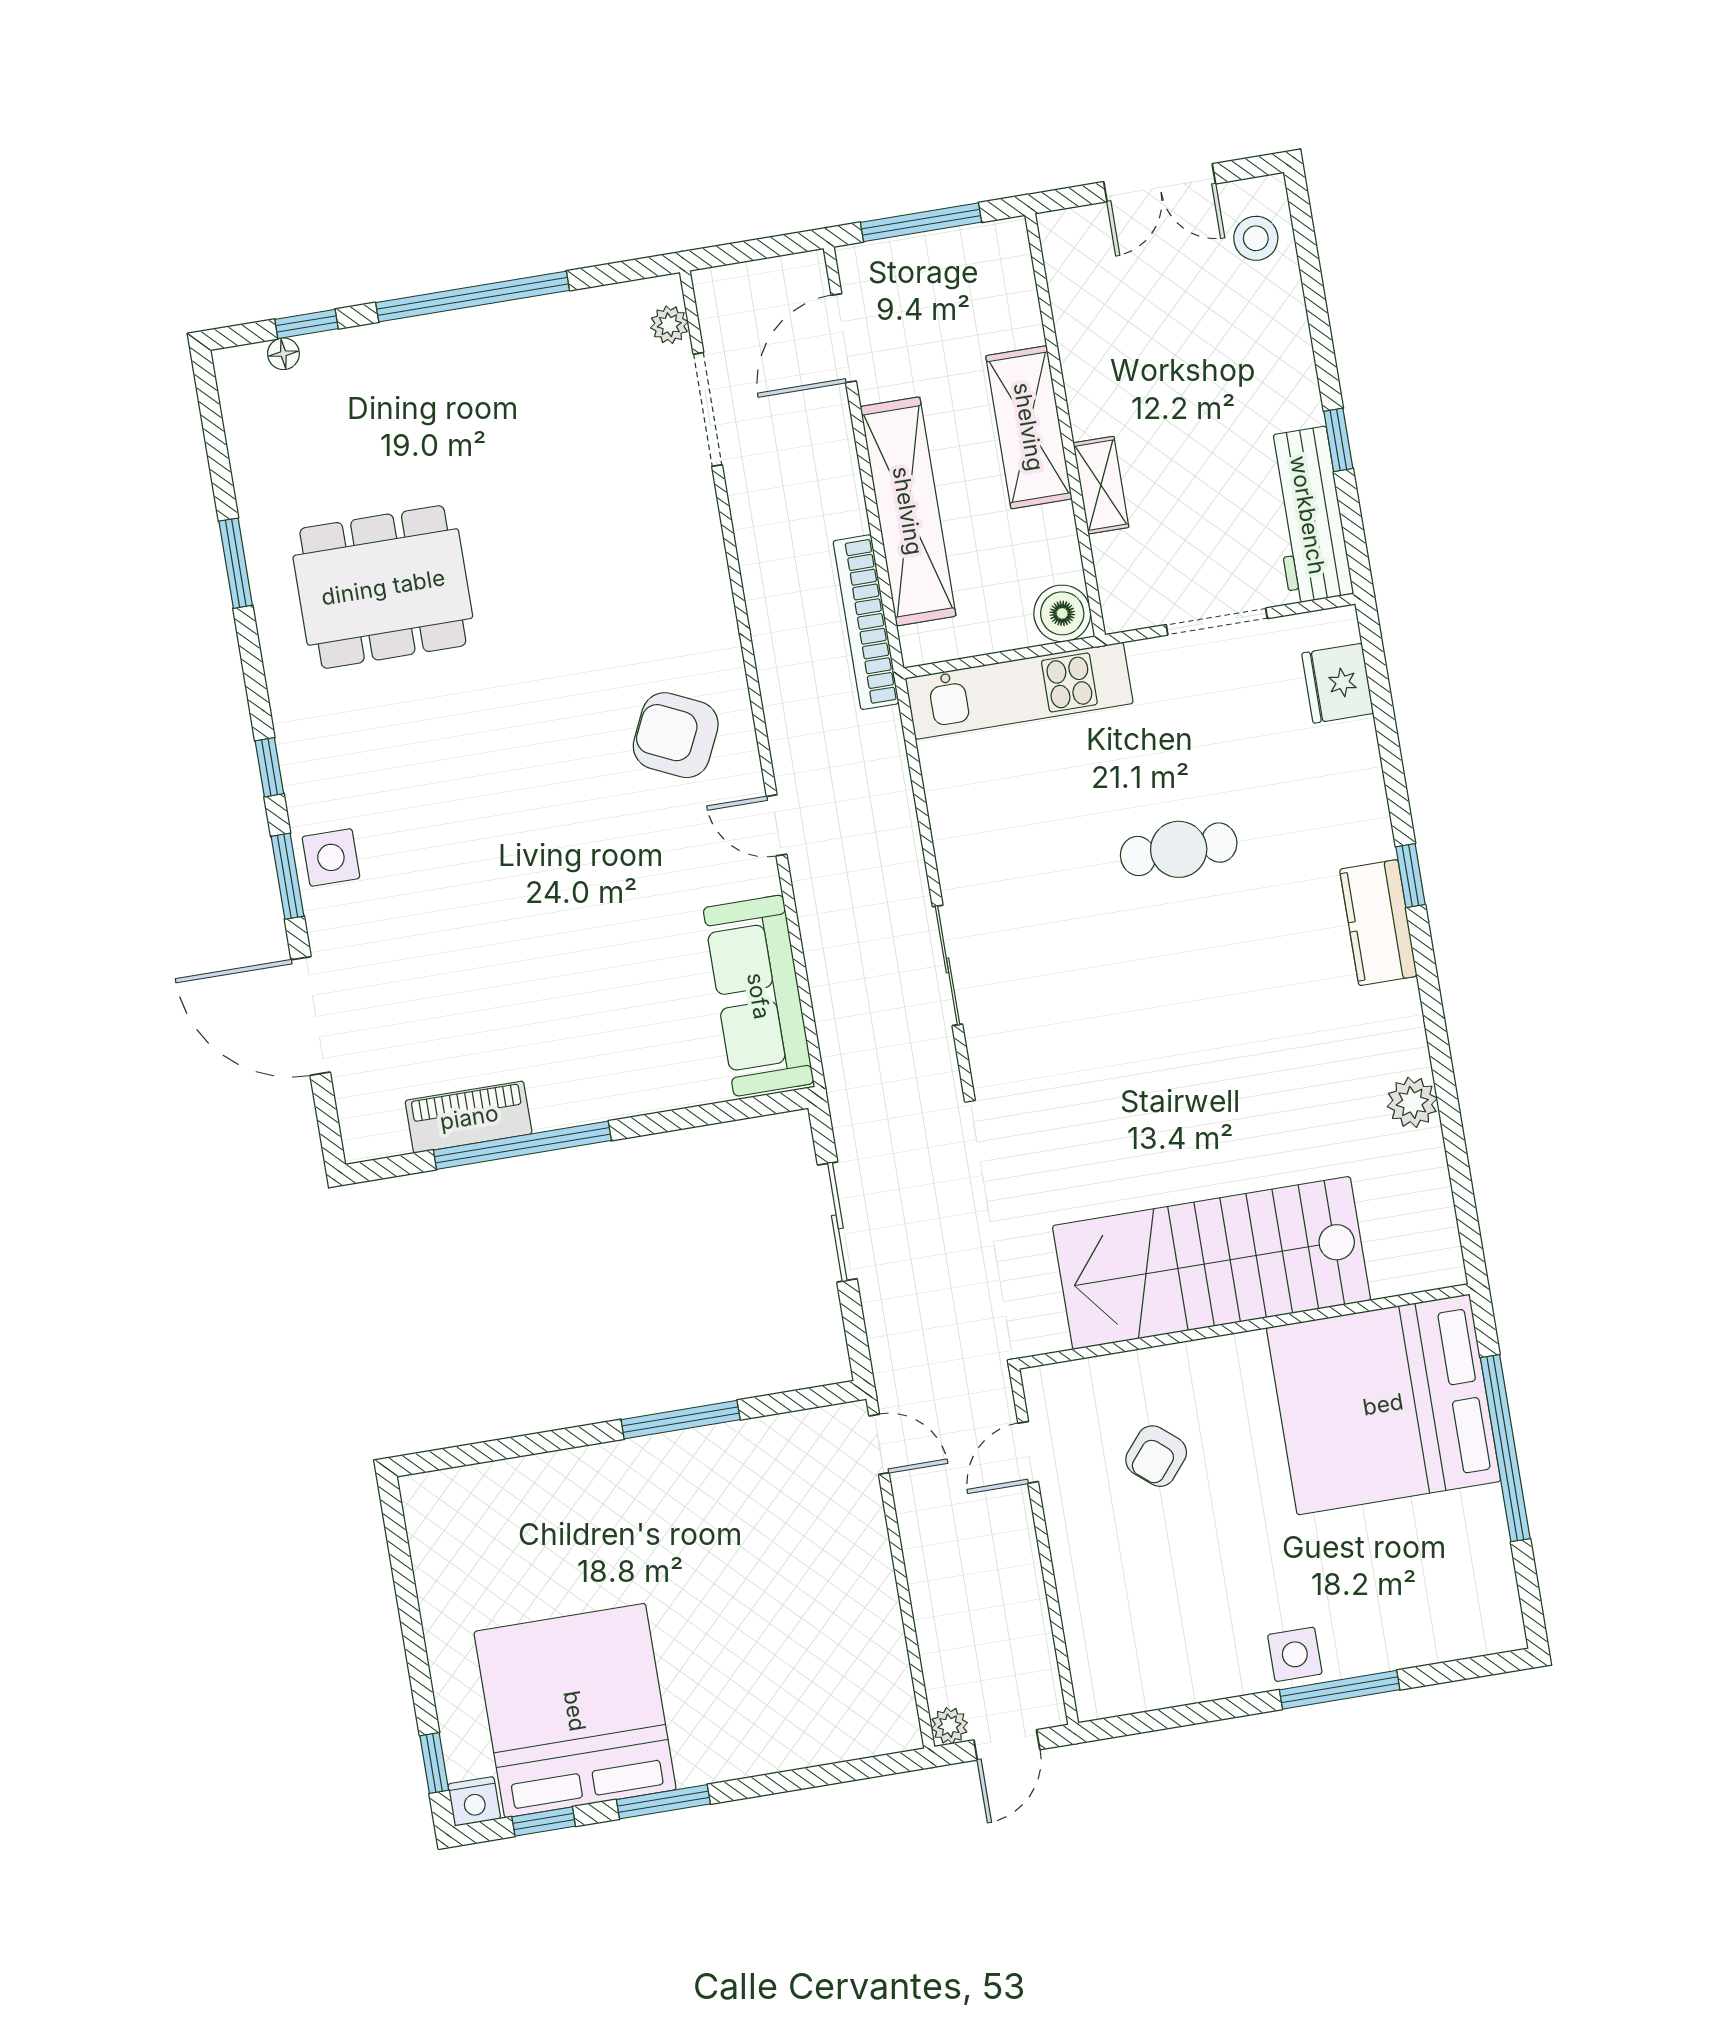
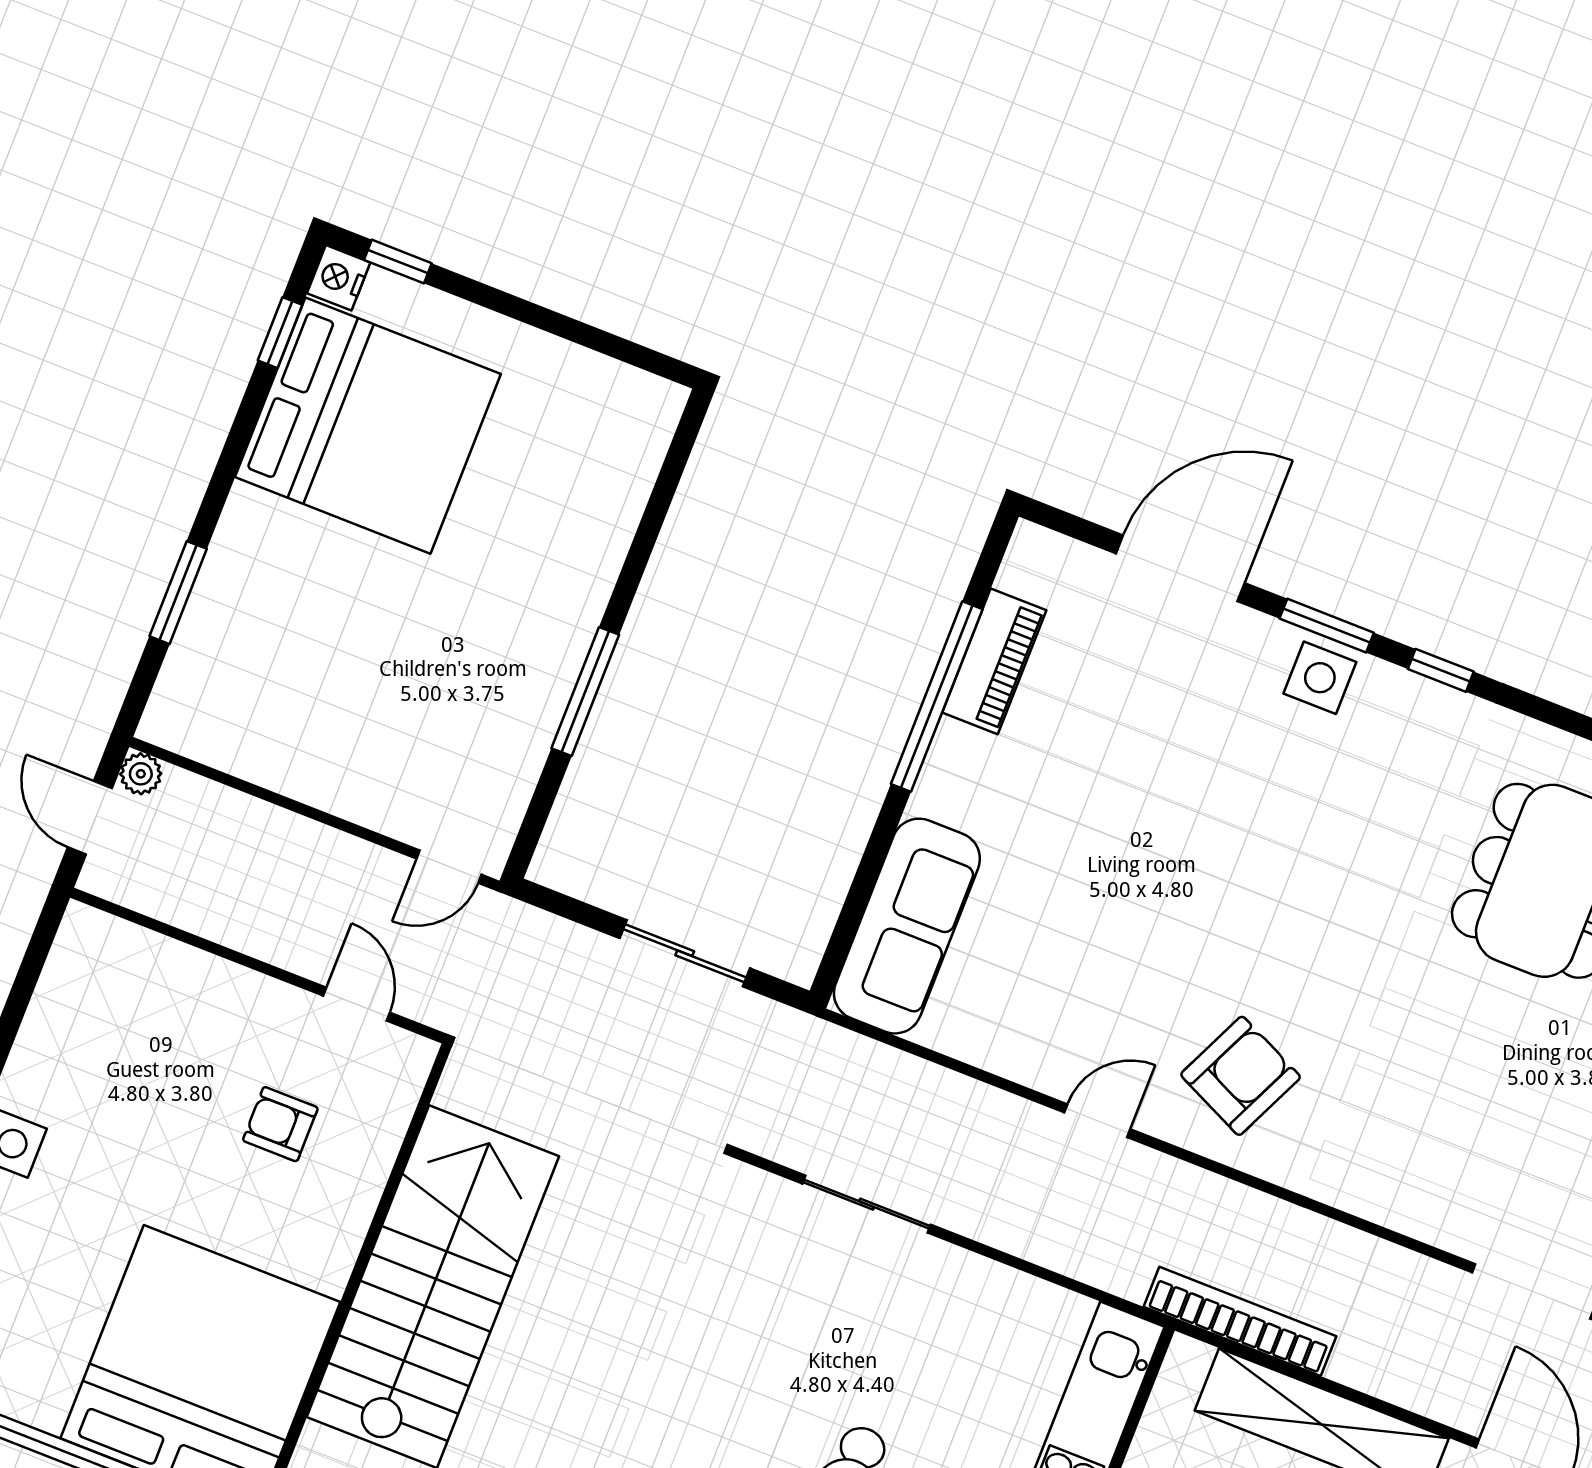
sofa: (759, 996) -> (907, 926), moved, turned 90
armchair: (1156, 1456) -> (280, 1124), turned -40
window: (663, 1802) -> (178, 593), moved

